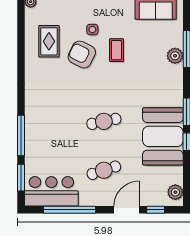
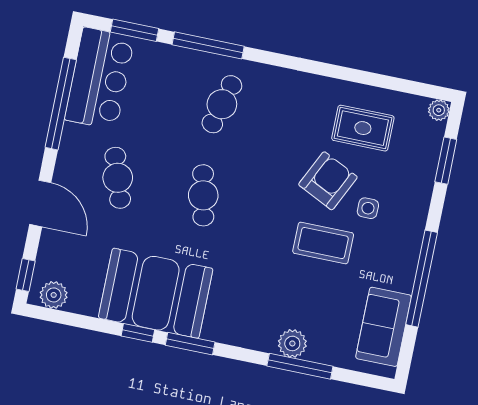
coffee table: (116, 50) -> (323, 243), width x1.36, depth x1.30
cafe table: (52, 121) -> (222, 104), added
window: (156, 210) -> (26, 275), moved

